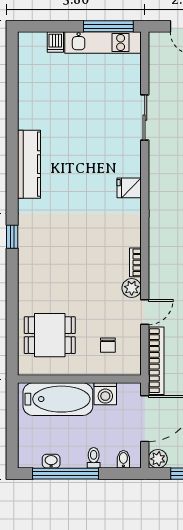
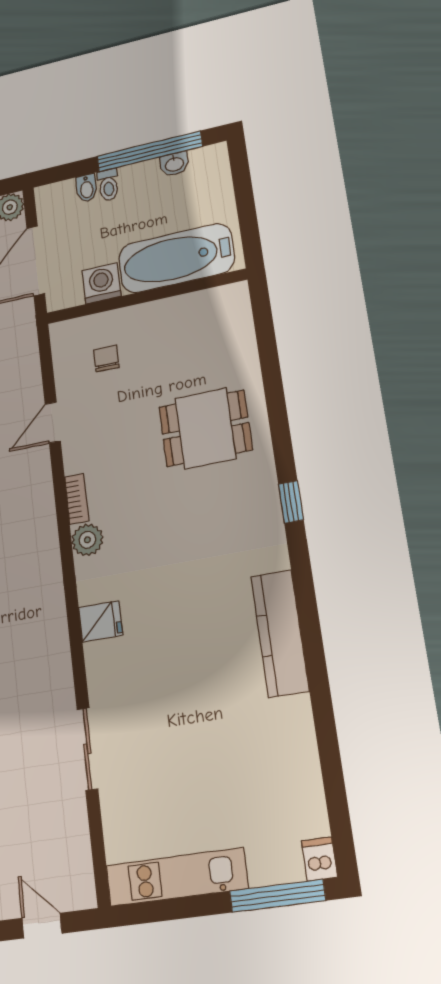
window: (108, 26) -> (277, 896), moved
dishwasher: (55, 42) -> (319, 859), moved
plant: (132, 288) -> (87, 540), moved
dining table: (50, 335) -> (205, 428), moved
bookcase: (156, 361) -> (27, 351), removed
bidet: (123, 459) -> (87, 188), moved

